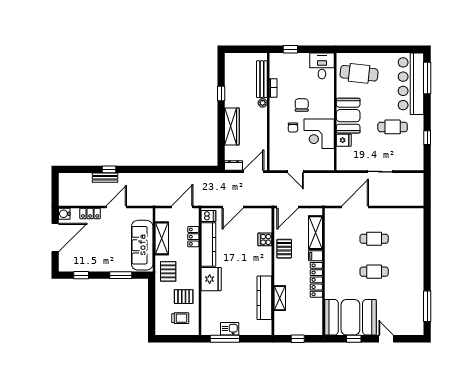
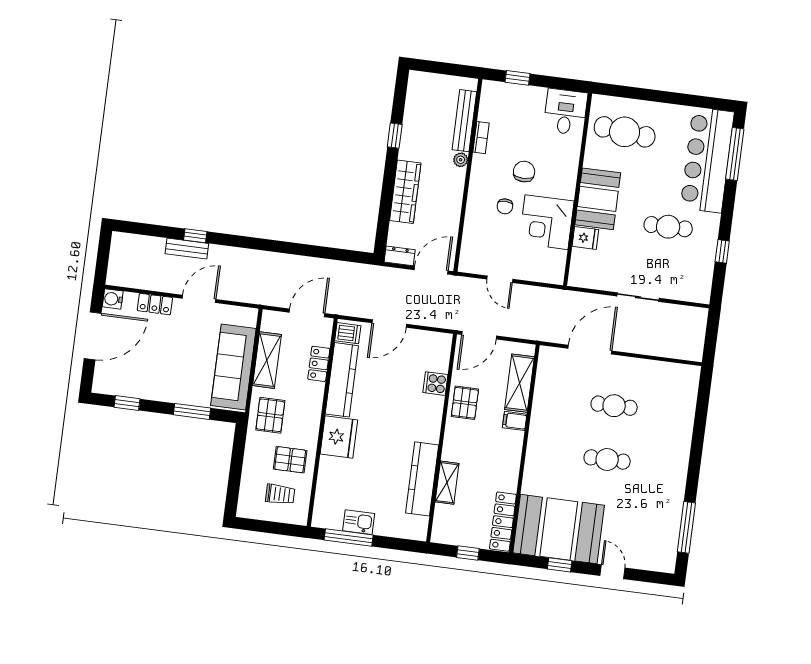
locker: (316, 280) -> (503, 522), moved

